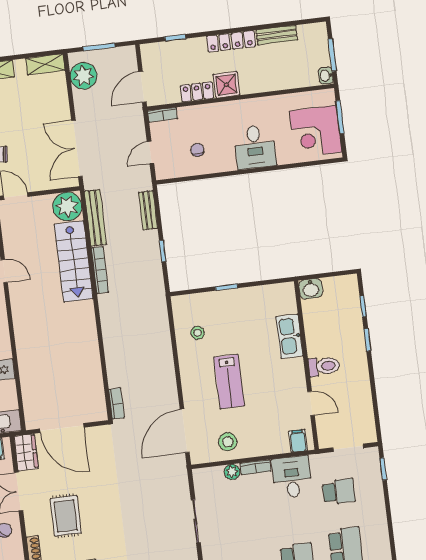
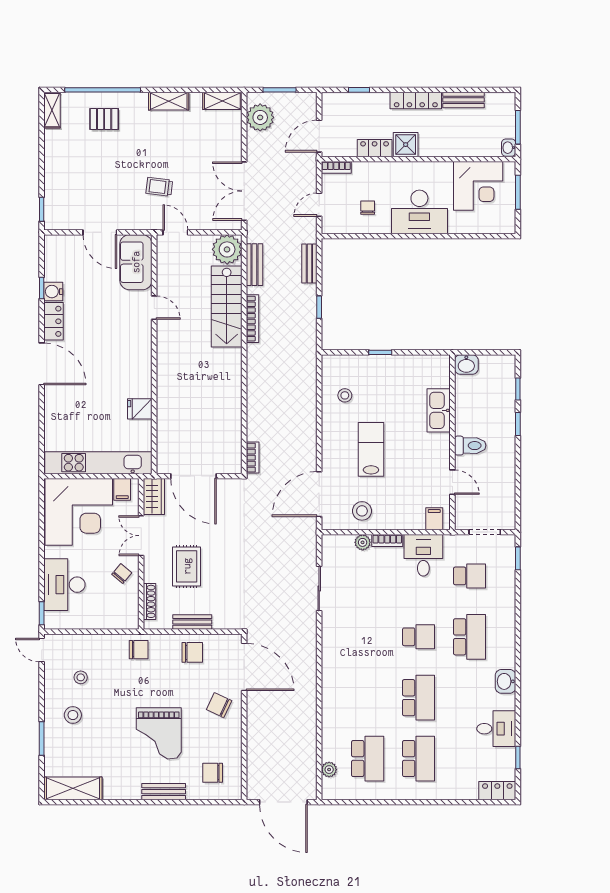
corner desk: (316, 131) -> (478, 186), moved, turned -90
desk: (255, 147) -> (419, 212), width x1.37
bench: (95, 218) -> (254, 265), width x0.73
lab bench: (229, 382) -> (371, 449), turned 180

